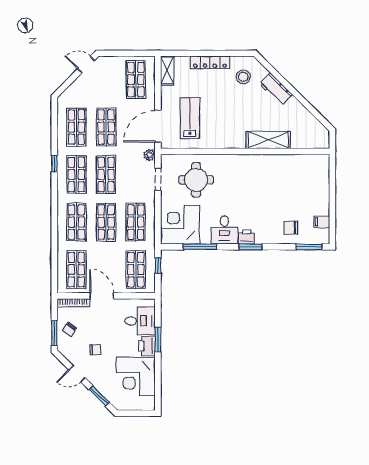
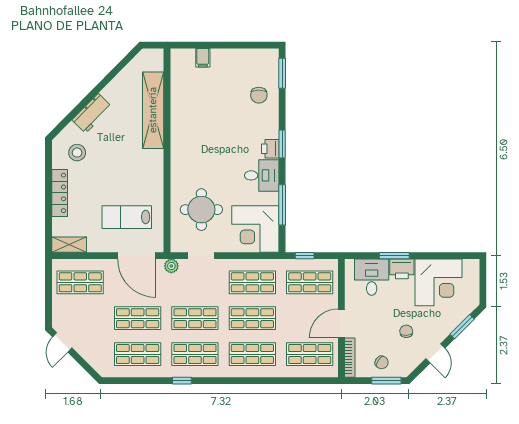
shelving: (268, 140) -> (153, 110), width x1.47
filing cabinet: (322, 222) -> (203, 58), moved

